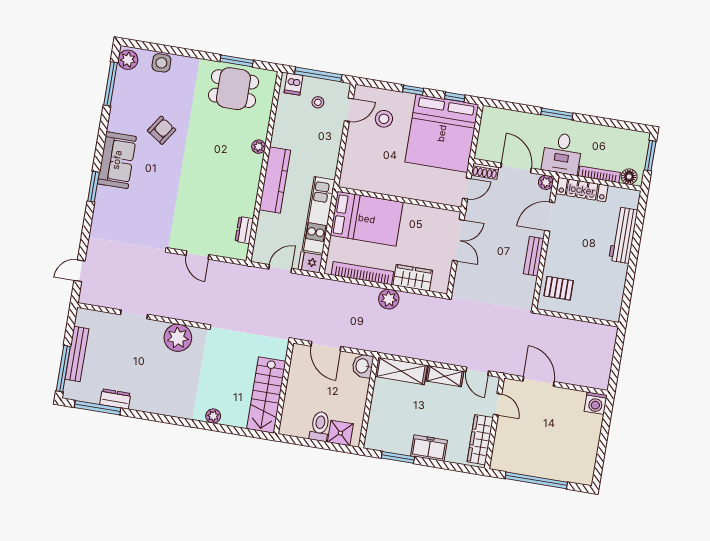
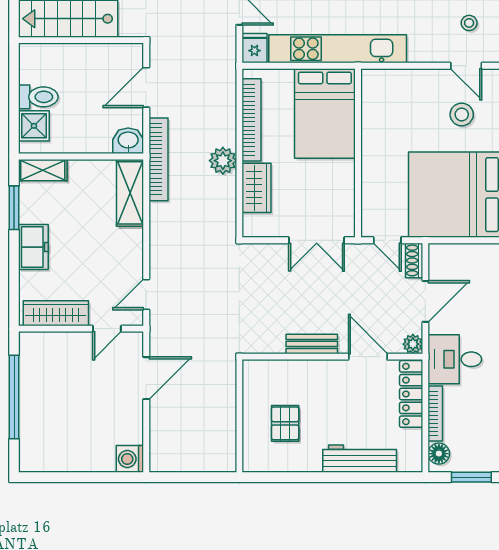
kitchen unit: (319, 215) -> (338, 49), width x1.36
pallet: (559, 288) -> (285, 423), moved
bookcase: (380, 346) -> (158, 159), added
shelving: (445, 376) -> (43, 170), moved, turned 90

